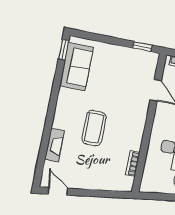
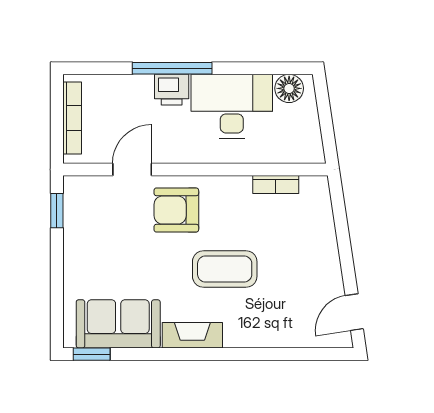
armchair: (130, 109) -> (176, 210), added
fireplace: (55, 145) -> (192, 335), moved

